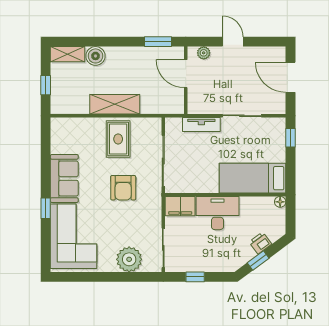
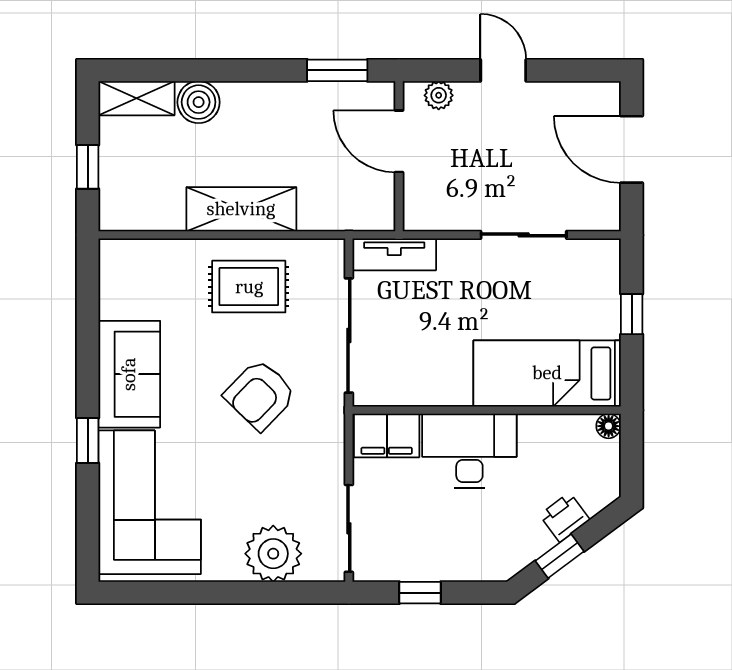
tv unit: (201, 125) -> (394, 254), moved
window: (290, 138) -> (632, 314), moved
rug: (118, 139) -> (249, 287), turned 90
armchair: (123, 188) -> (260, 395), turned 44

